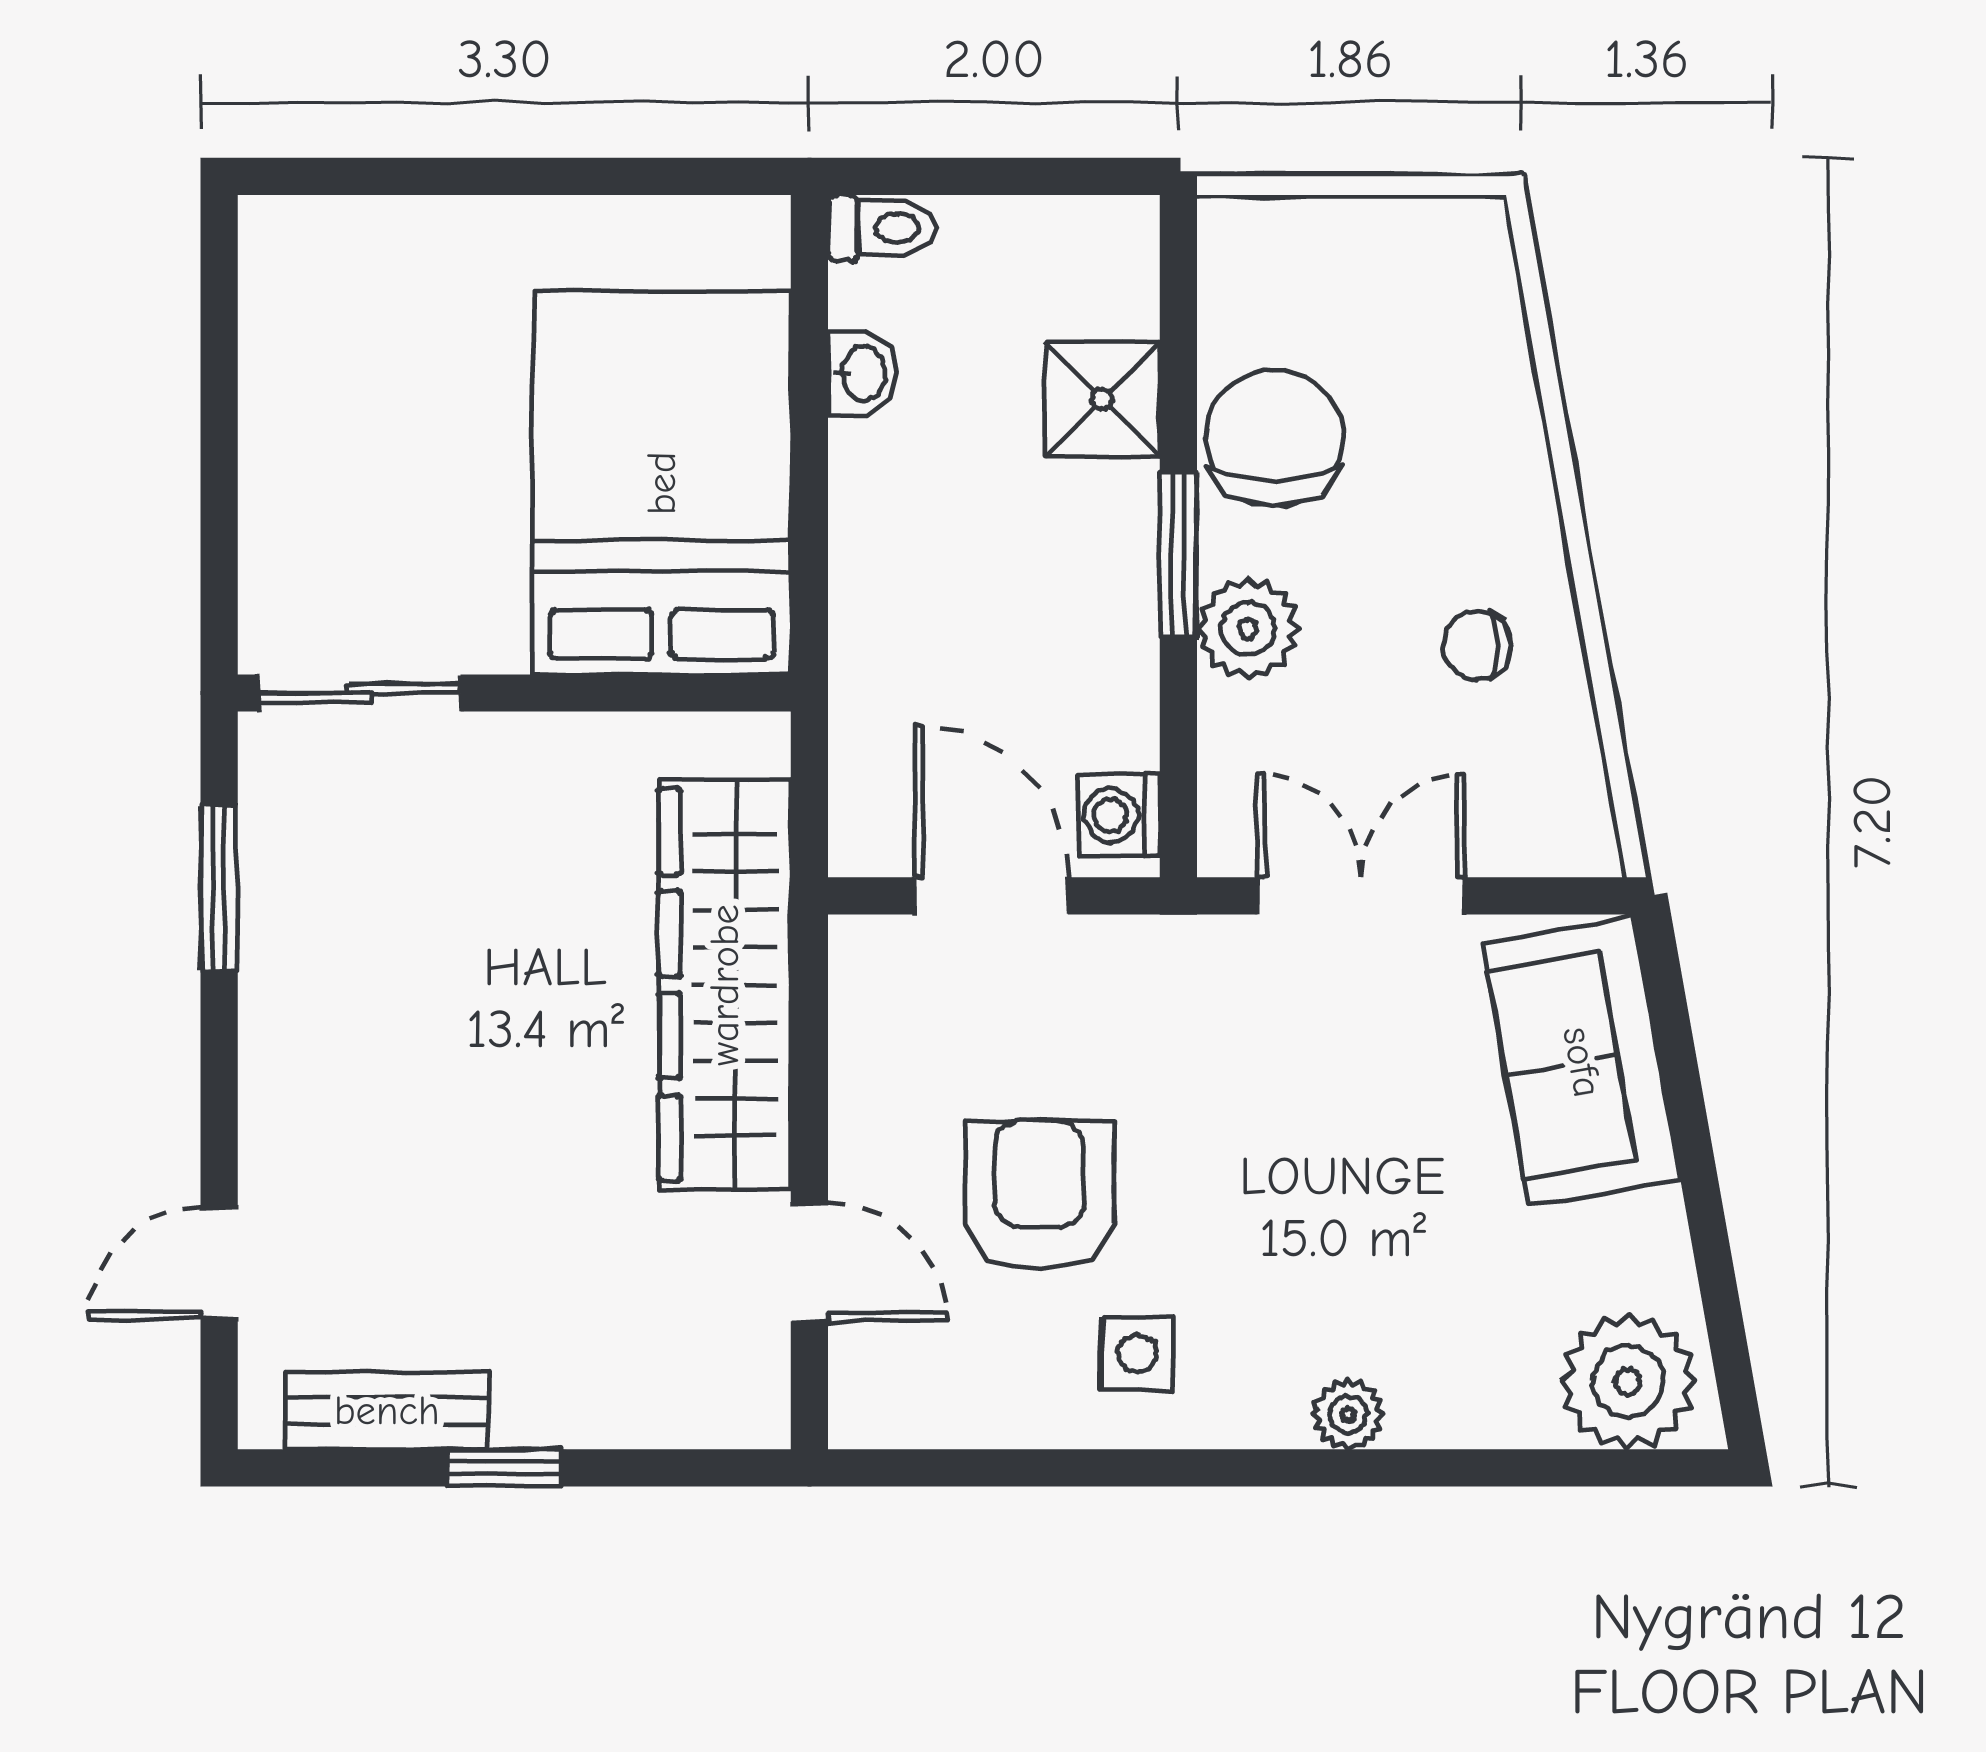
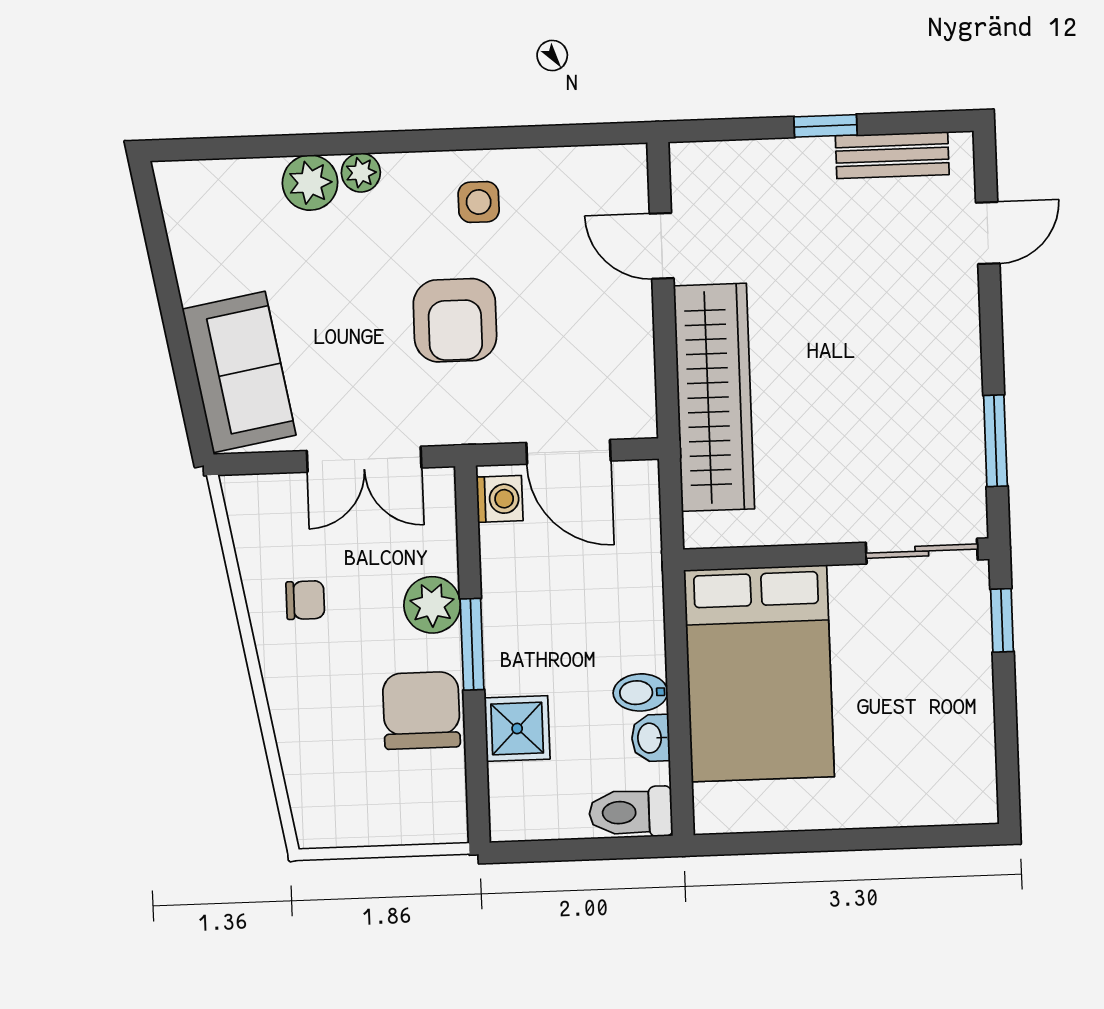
toilet: (882, 228) -> (631, 812), width x1.37, depth x1.39
chair: (1274, 438) -> (421, 710), turned 180
bidet: (877, 456) -> (640, 692), added
window: (219, 562) -> (1002, 620), added
armchair: (1040, 1195) -> (455, 320), moved
plant: (1628, 1381) -> (310, 183), moved, width x0.73, depth x0.73

